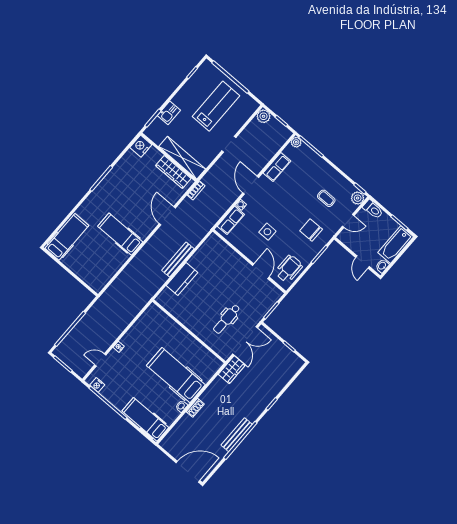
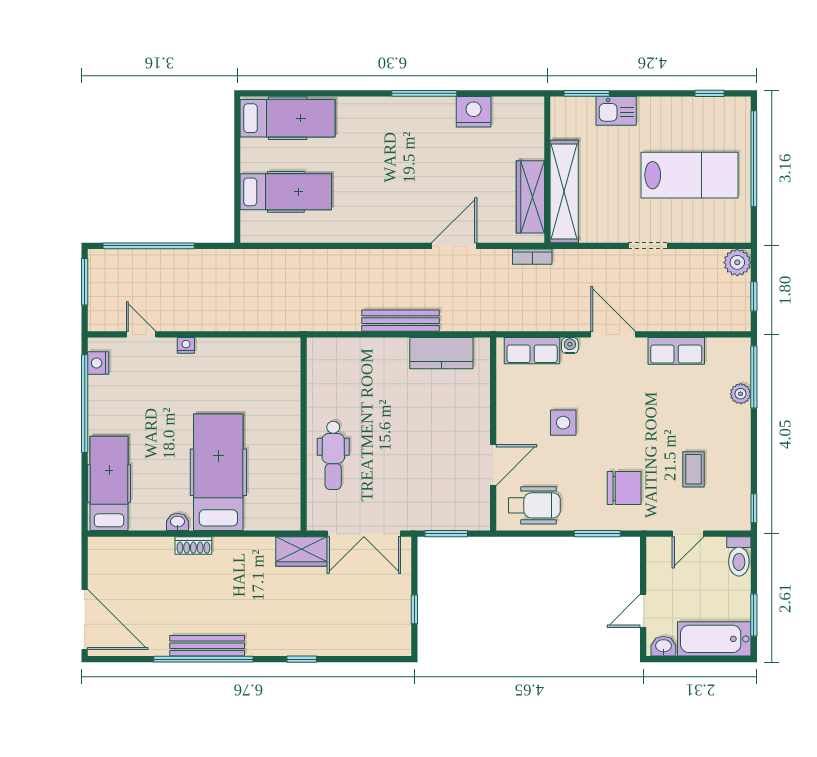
plant: (296, 142) -> (741, 394), moved
nightstand: (141, 146) -> (474, 112), moved
door: (251, 185) -> (613, 334), hinge flipped
plant: (358, 198) -> (736, 518), removed
door: (348, 221) -> (688, 534), hinge flipped
chair: (311, 230) -> (624, 488), turned 90
hospital bed: (120, 234) -> (286, 192), moved, turned 90
kitchen counter: (182, 279) -> (441, 353), moved
dental chair: (227, 319) -> (333, 455), moved, turned -90

